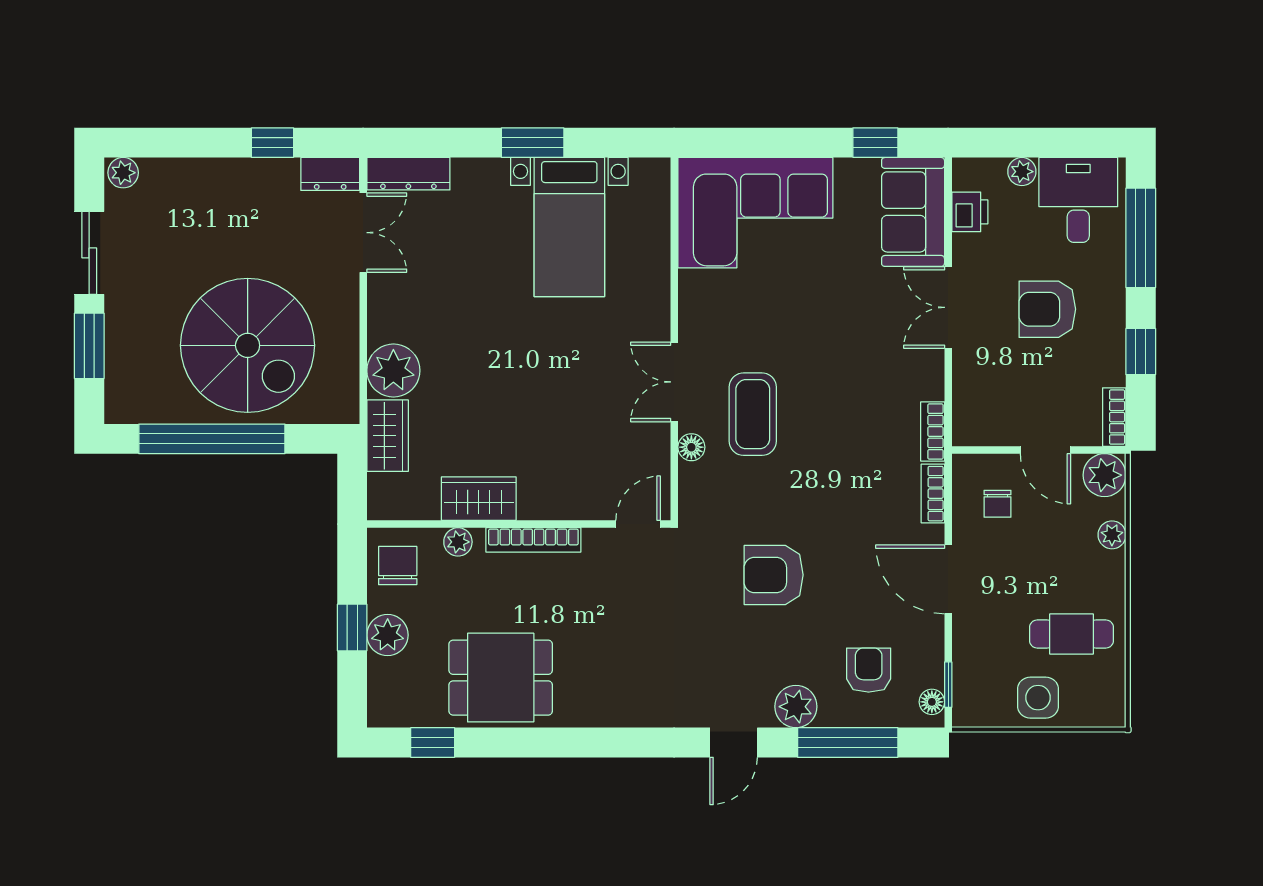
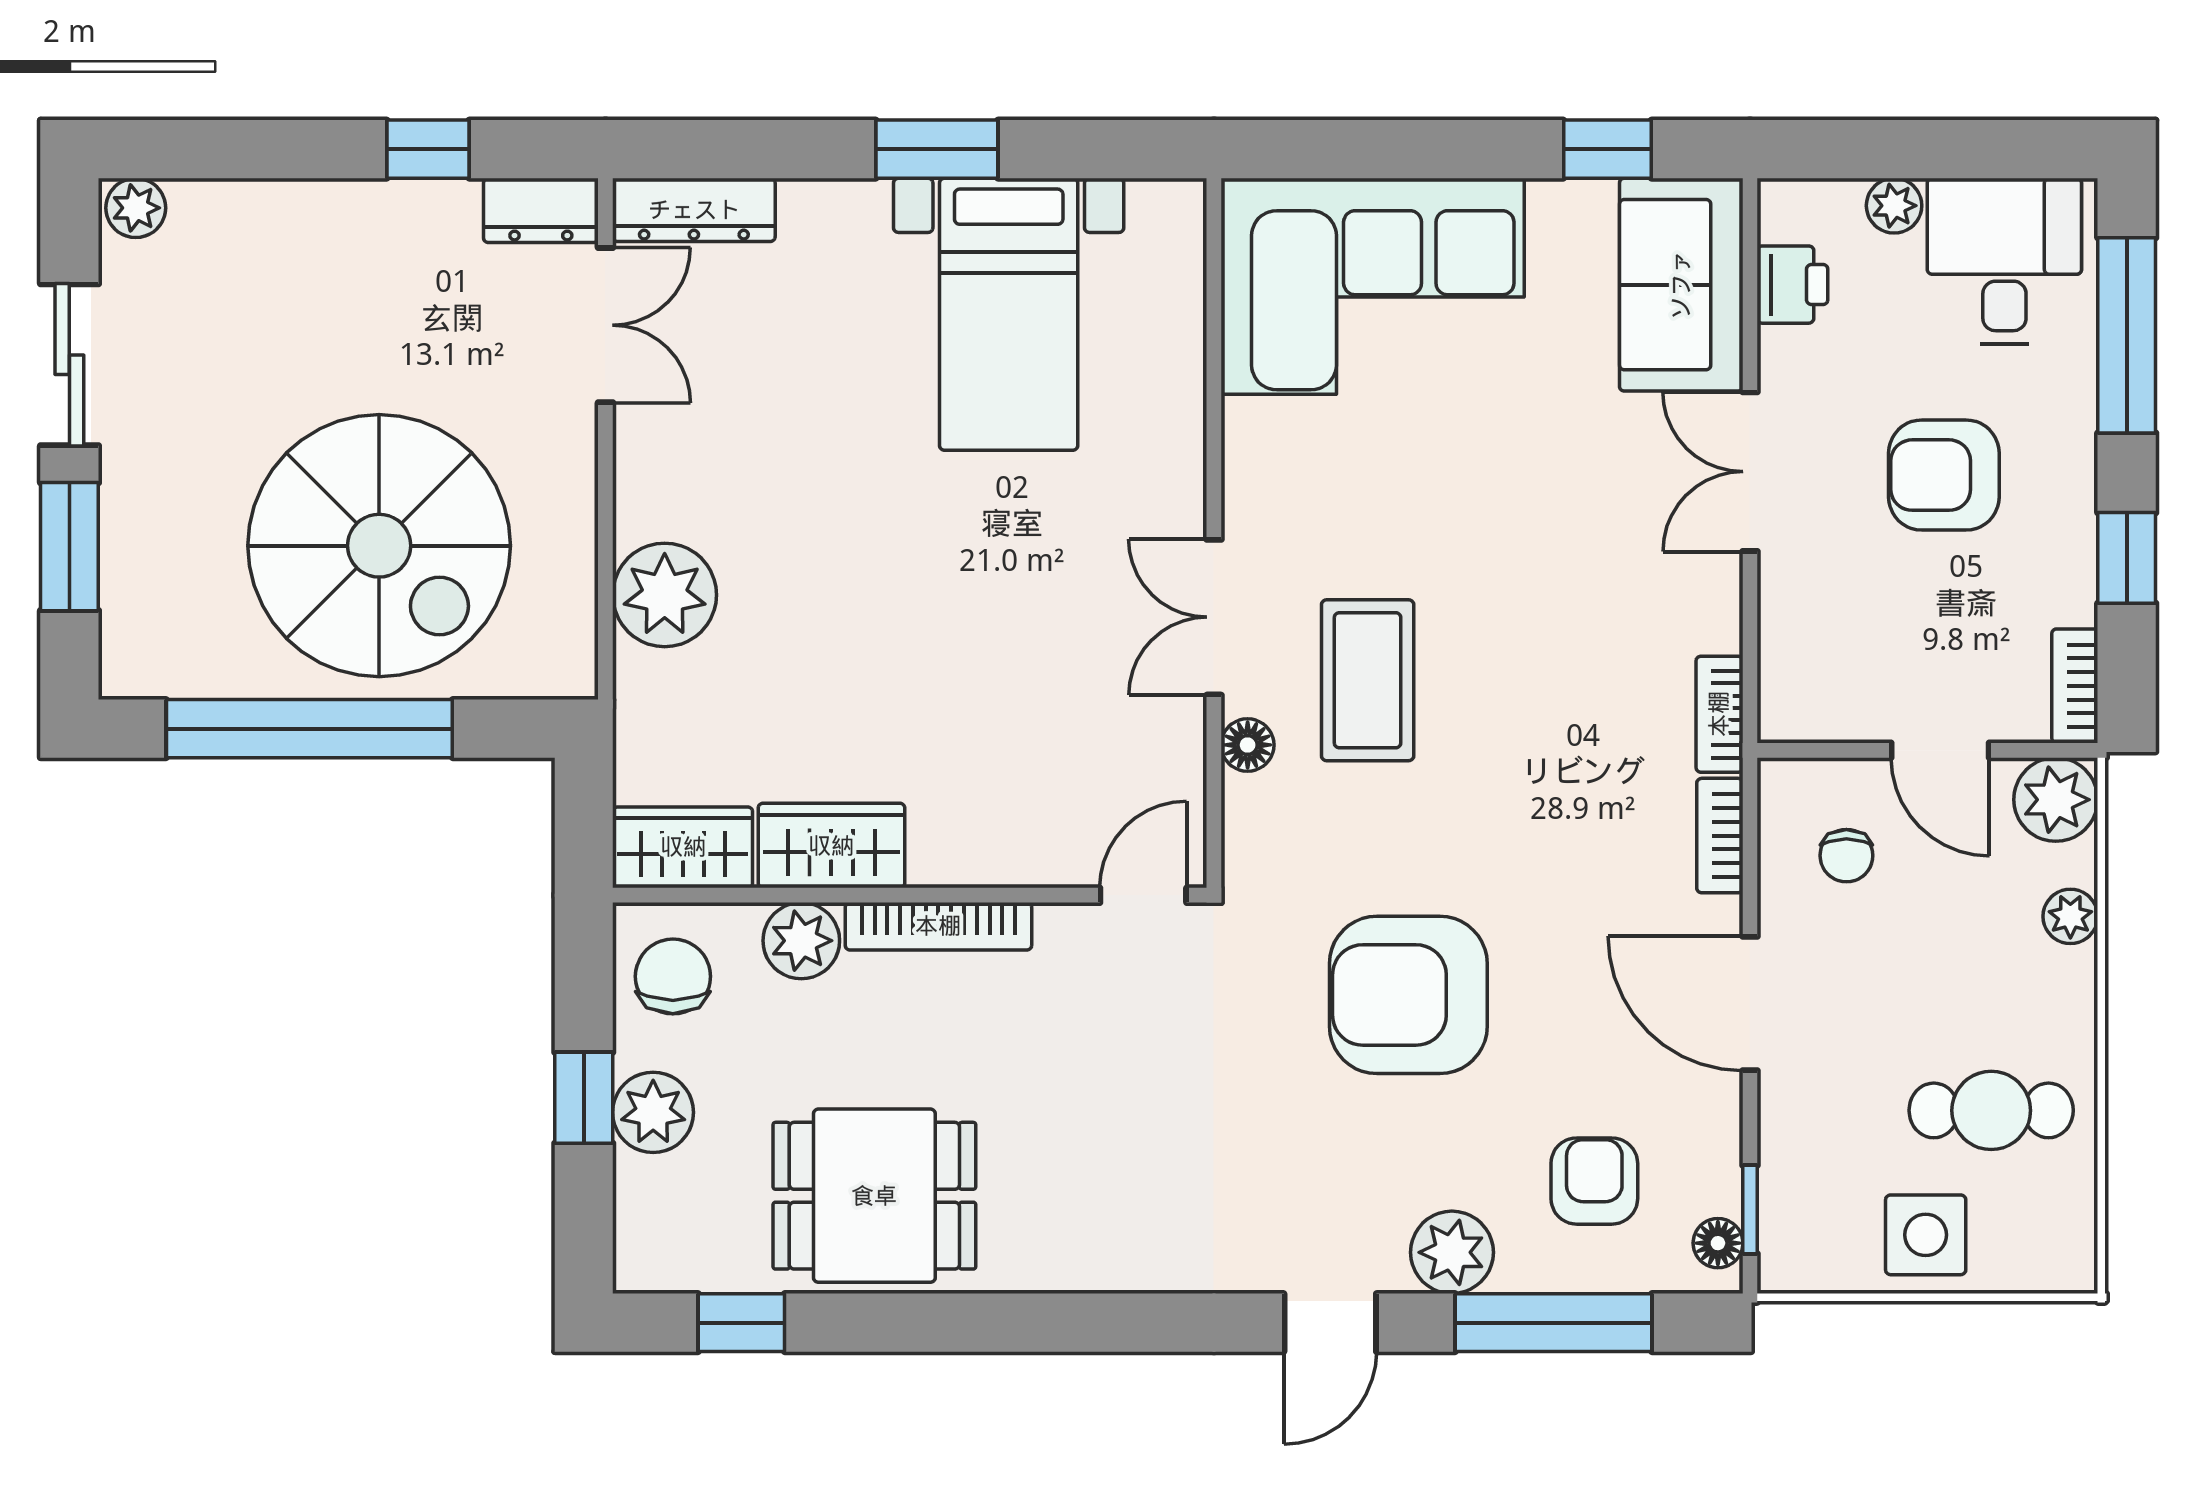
wardrobe: (388, 436) -> (683, 847), moved, turned -90
plant: (458, 542) -> (801, 941), width x1.38, depth x1.38
armchair: (774, 575) -> (1408, 995), width x1.36, depth x1.36

